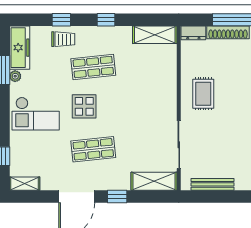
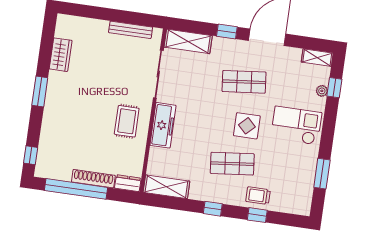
freezer: (20, 48) -> (163, 125), moved, turned 180
plant: (15, 76) -> (322, 91), moved

